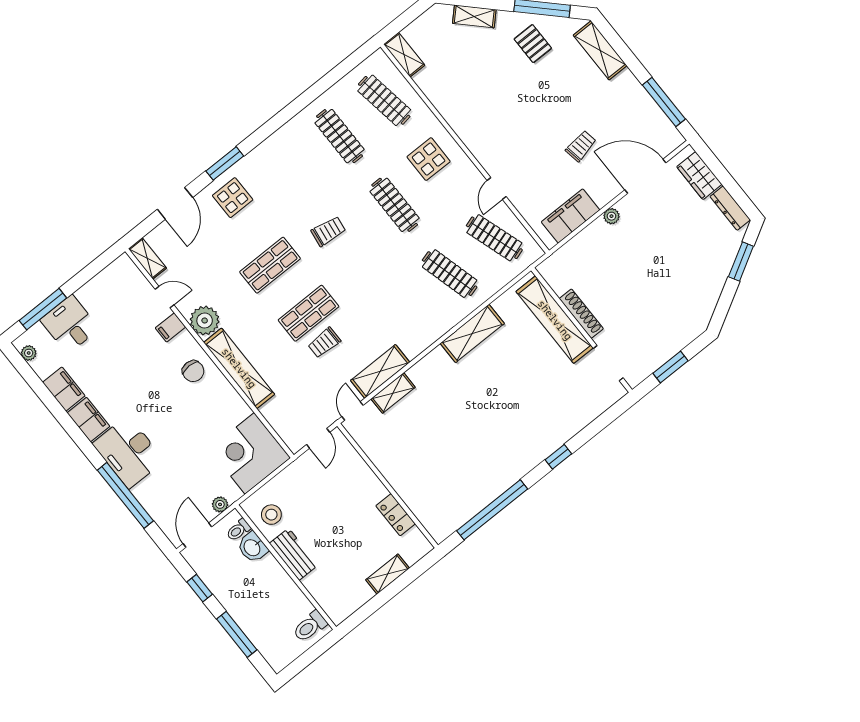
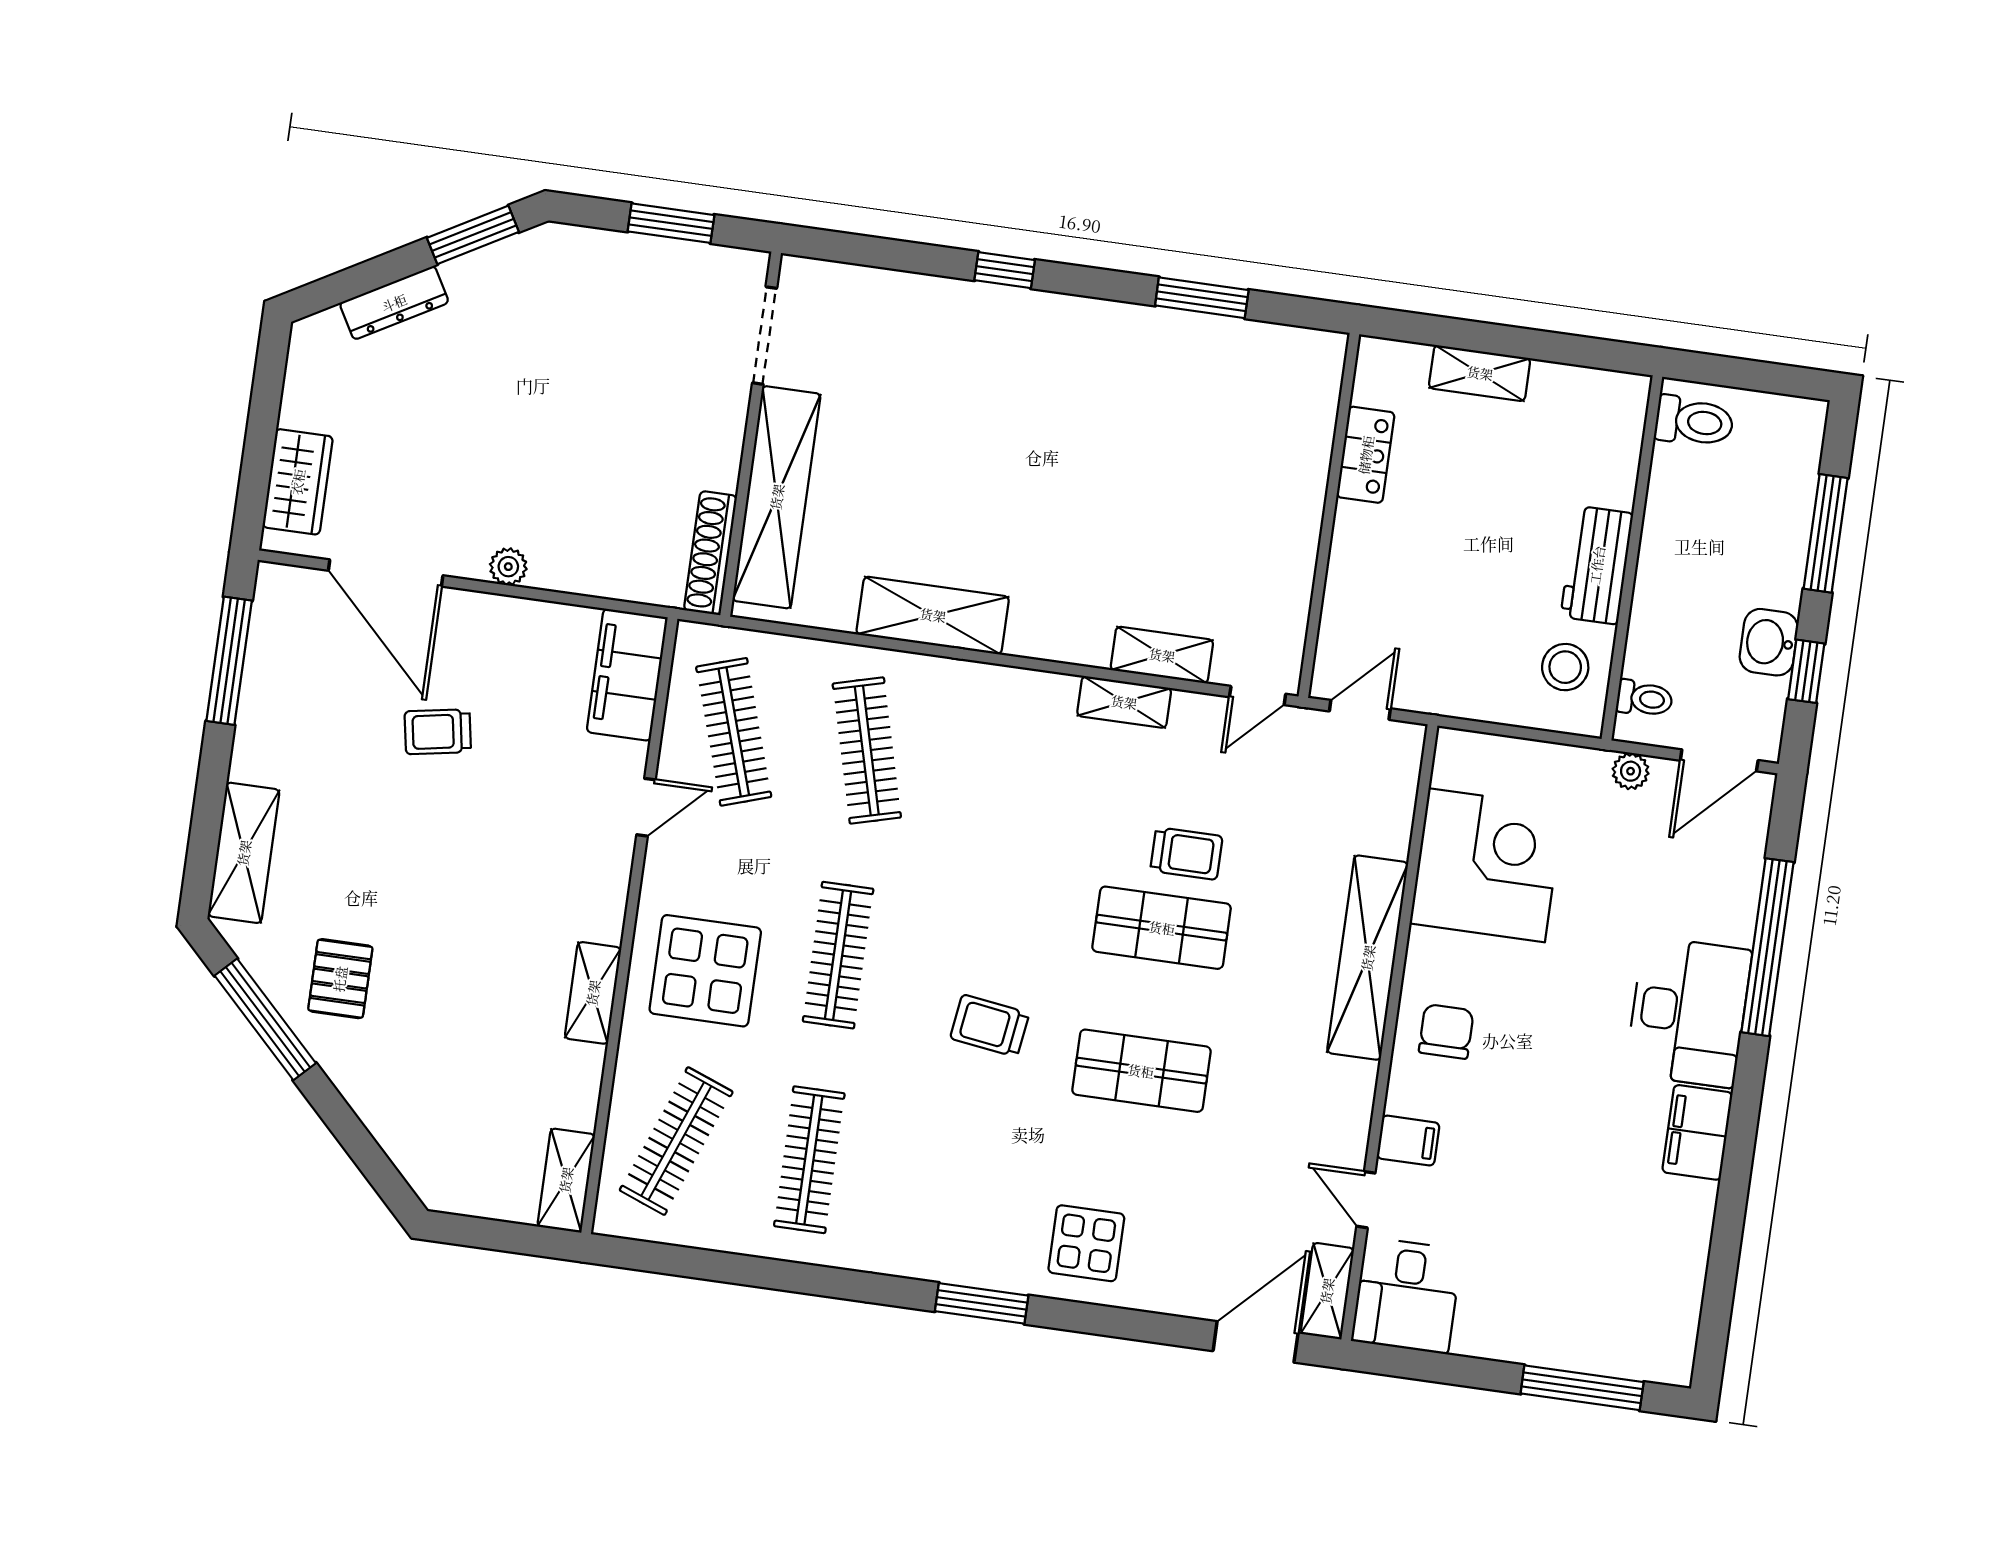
shelving: (474, 16) -> (593, 993), moved, turned 45
clothes rail: (384, 100) -> (676, 1141), turned 30
display table: (429, 159) -> (705, 971), width x1.36, depth x1.36
window: (225, 163) -> (982, 1303), moved
door: (175, 203) -> (1256, 1342), moved
dresser: (730, 208) -> (394, 303), moved, turned 60
filing cabinet: (571, 216) -> (627, 675), moved, turned 90
window: (741, 261) -> (473, 235), moved
shoe rack: (581, 314) -> (710, 553), moved
plant: (205, 321) -> (1341, 1093), removed
desk: (70, 324) -> (1407, 1295), moved
plant: (29, 353) -> (1680, 1342), removed
shelving: (380, 371) -> (1124, 702), width x0.67, depth x0.75
filing cabinet: (64, 389) -> (1685, 1224), removed
corner desk: (250, 453) -> (1487, 865), moved, turned -90
window: (492, 510) -> (1202, 298), width x0.47
washbasin: (252, 547) -> (1769, 642), moved, turned 180

